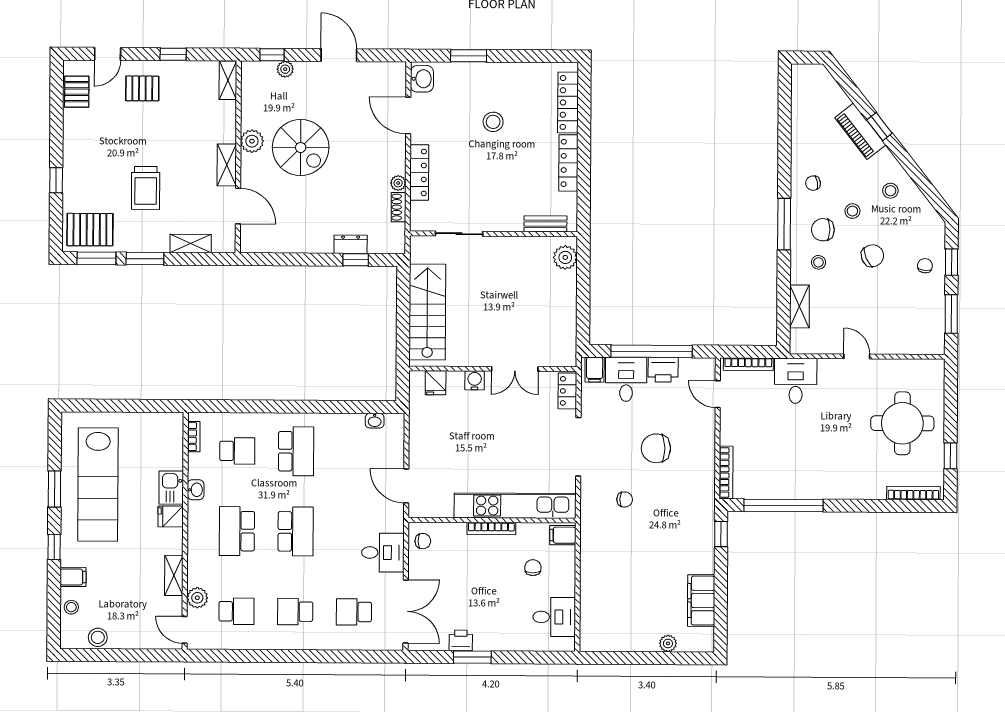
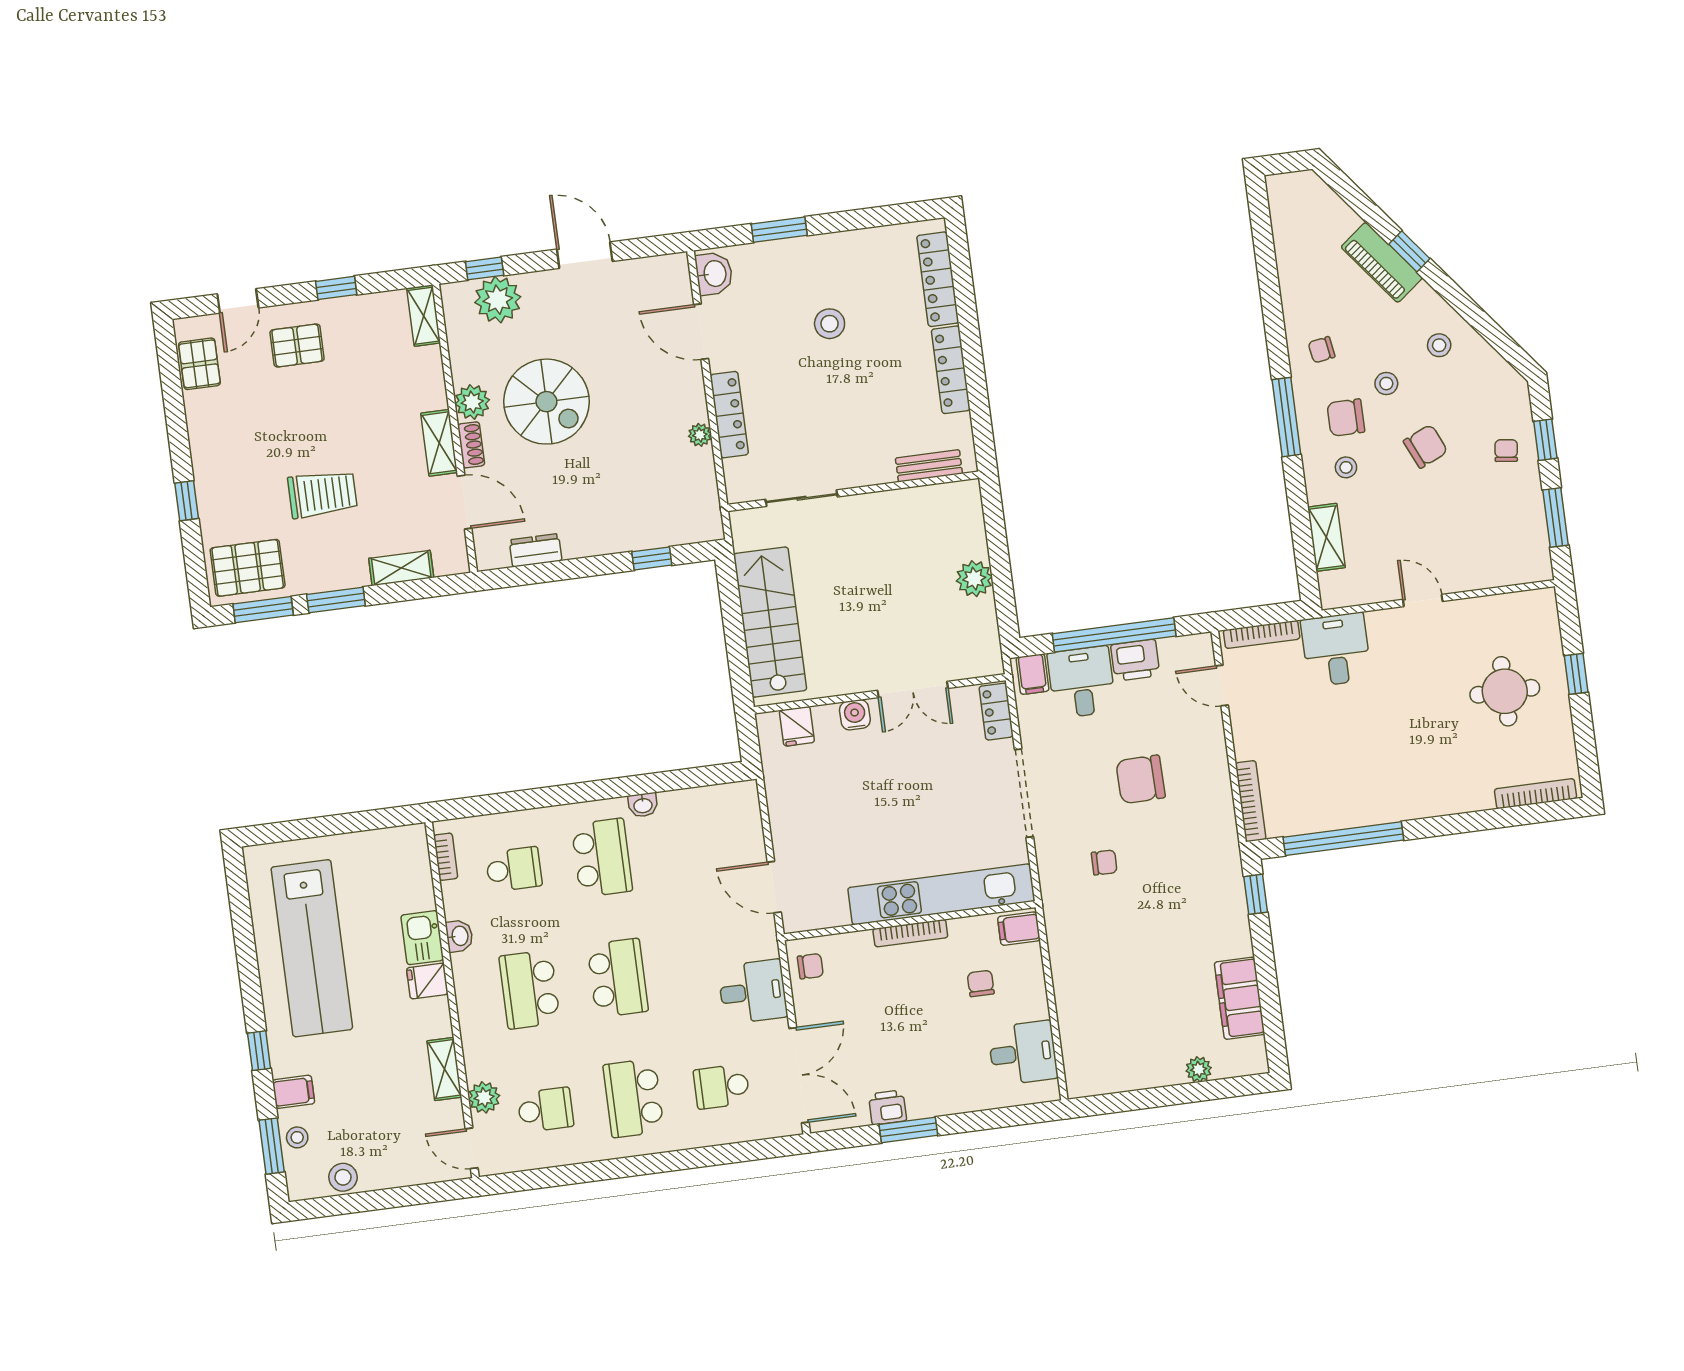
plant: (285, 69) -> (498, 300), width x1.87, depth x1.87
trolley: (146, 188) -> (322, 494), turned -90
shoe rack: (399, 207) -> (471, 445), moved, turned 180
dresser: (351, 244) -> (536, 550), moved
plant: (565, 257) -> (974, 579), moved
washbasin: (375, 421) -> (643, 805), moved
round table: (902, 423) -> (1505, 691), width x0.73, depth x0.73
window: (951, 456) -> (1576, 674), moved
window: (54, 489) -> (272, 1146), moved
school desk: (295, 612) -> (634, 1098), width x1.85

